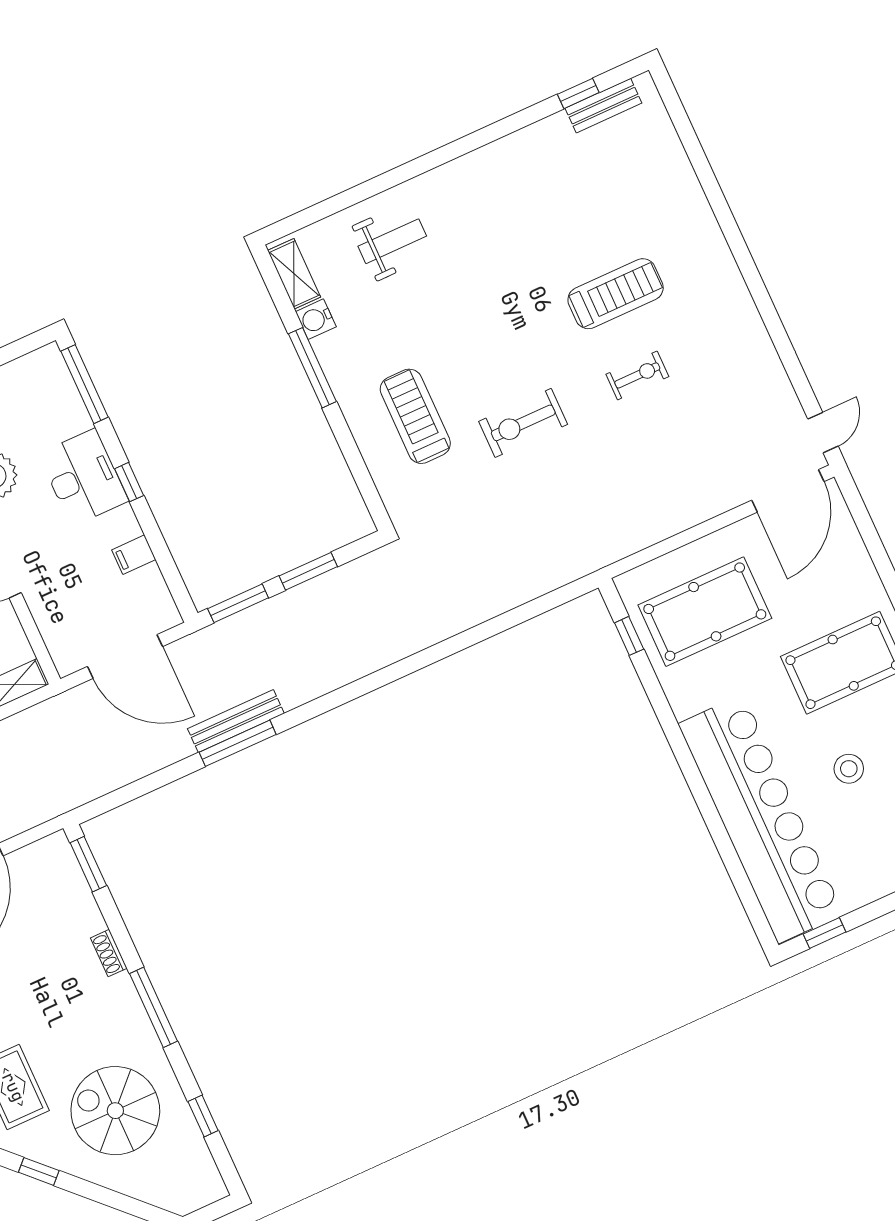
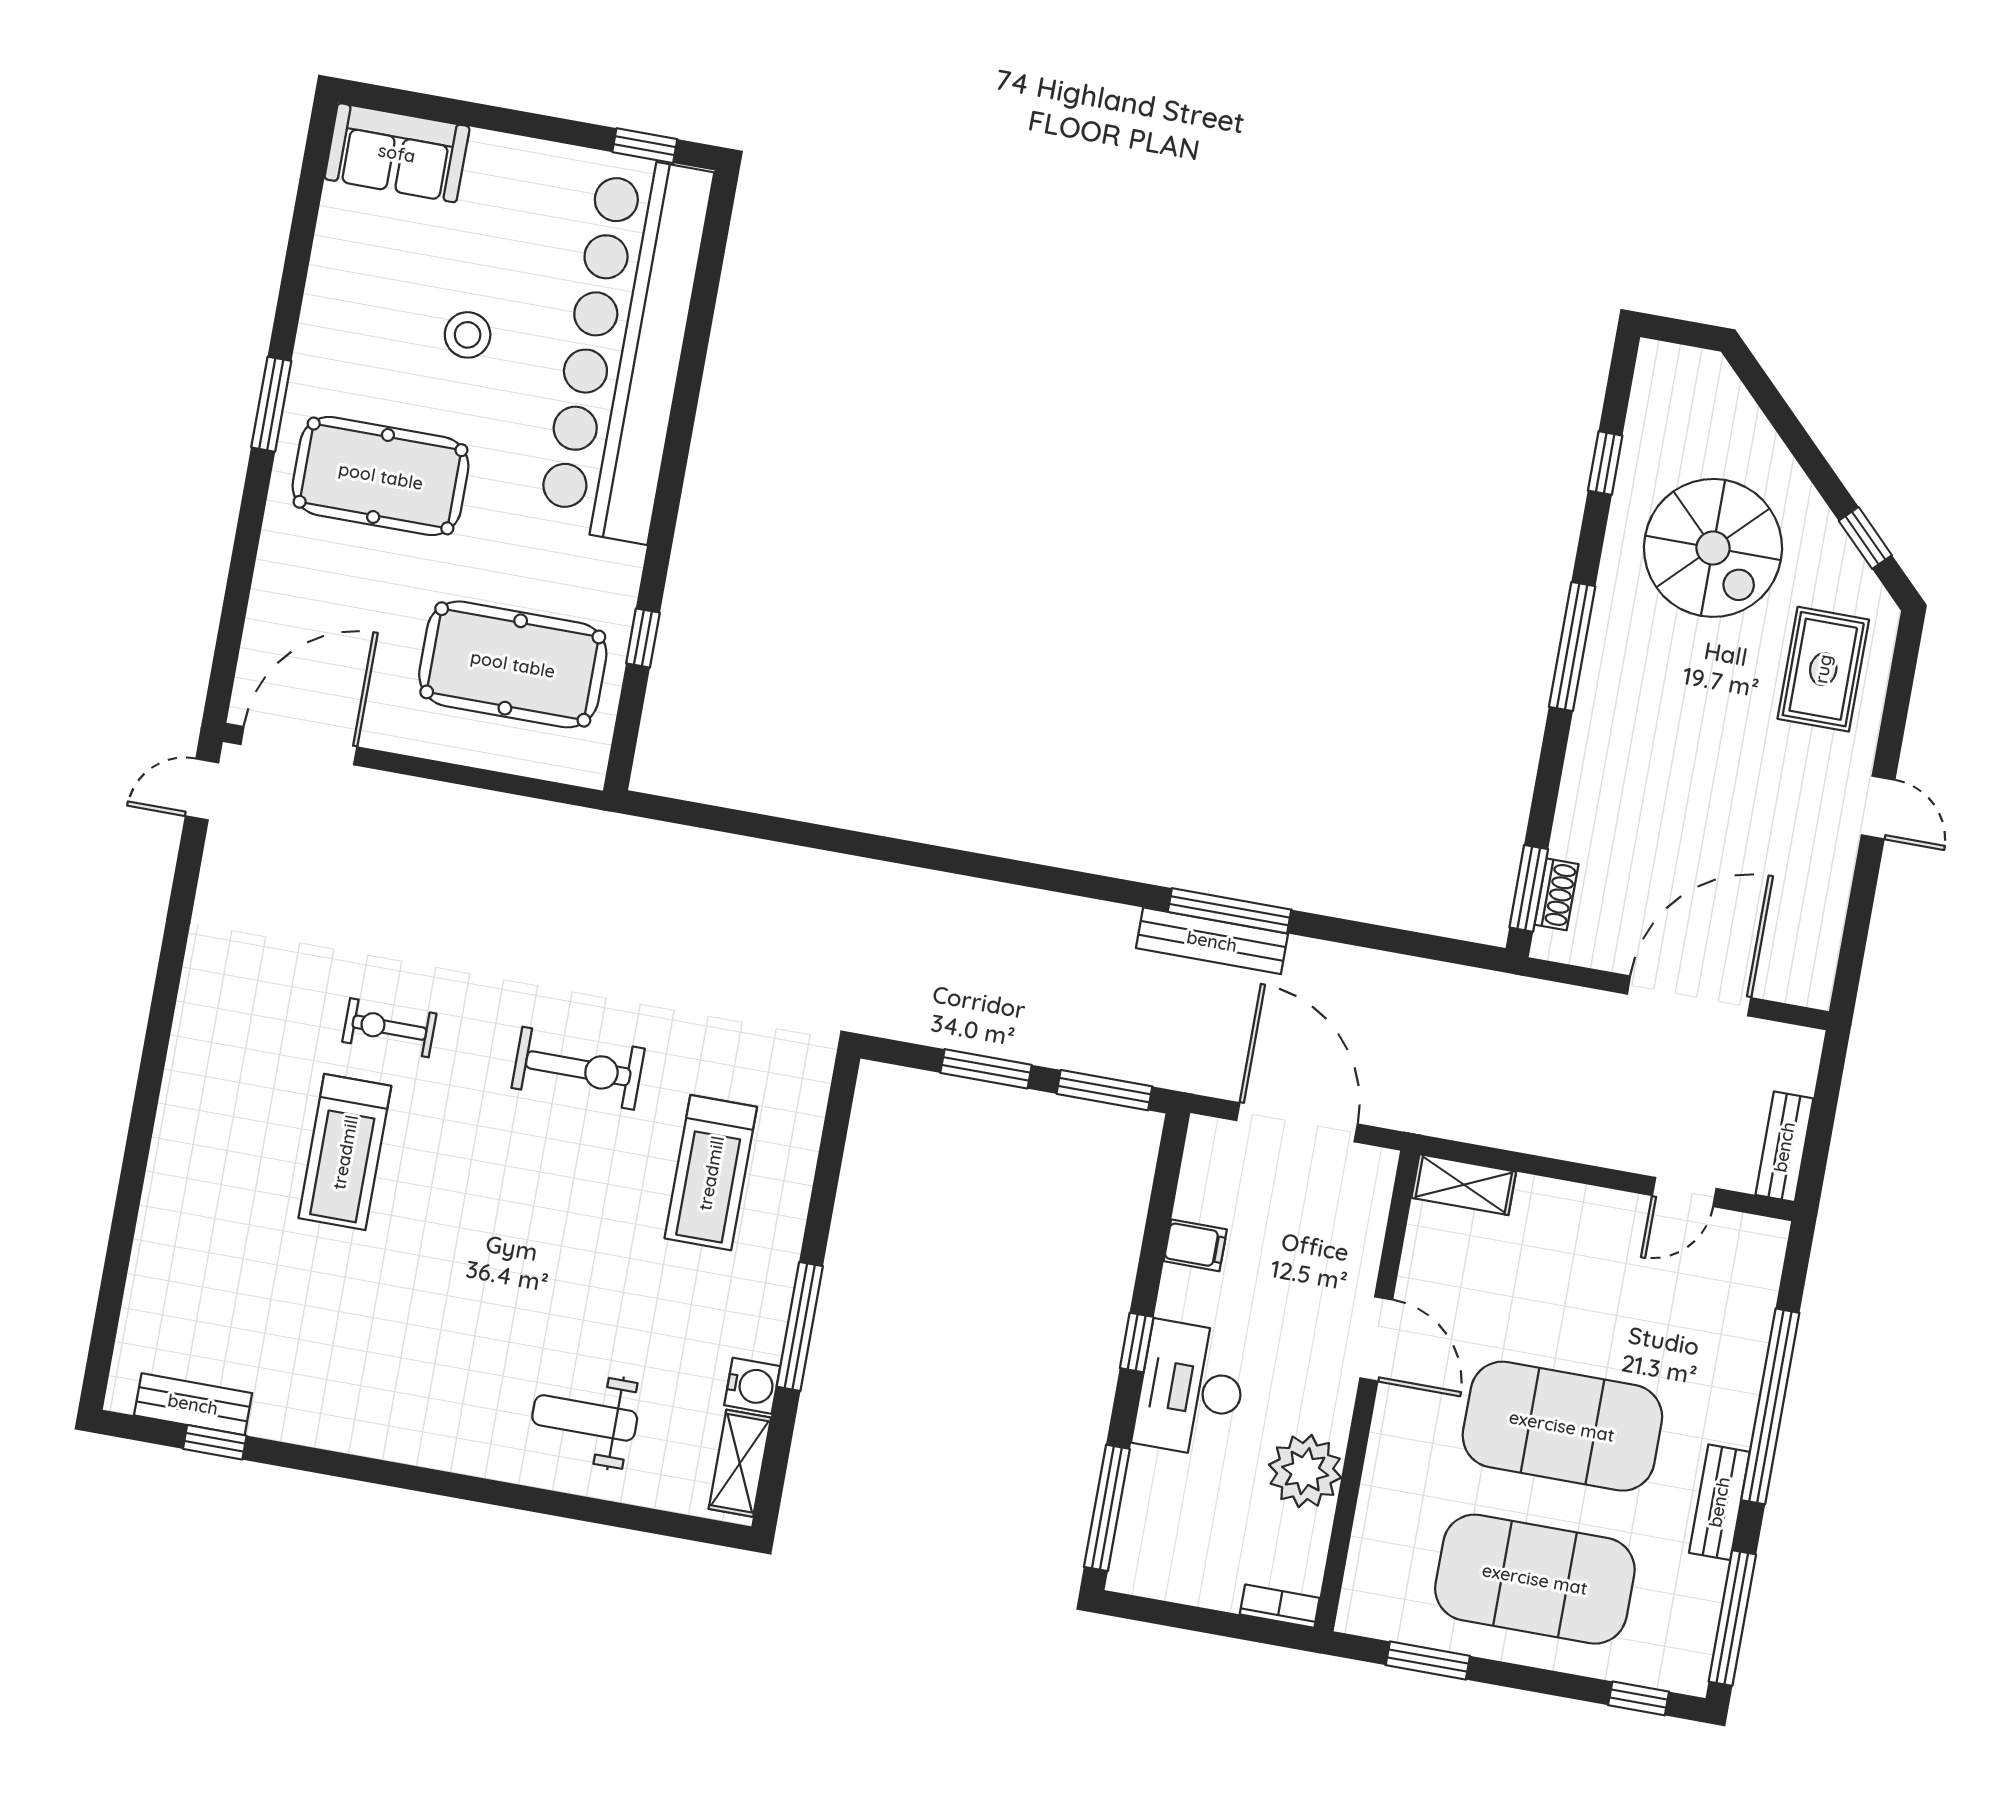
treadmill: (616, 294) -> (345, 1152), turned -90
window: (629, 636) -> (643, 638), moved
shoe rack: (109, 953) -> (1557, 894), moved

